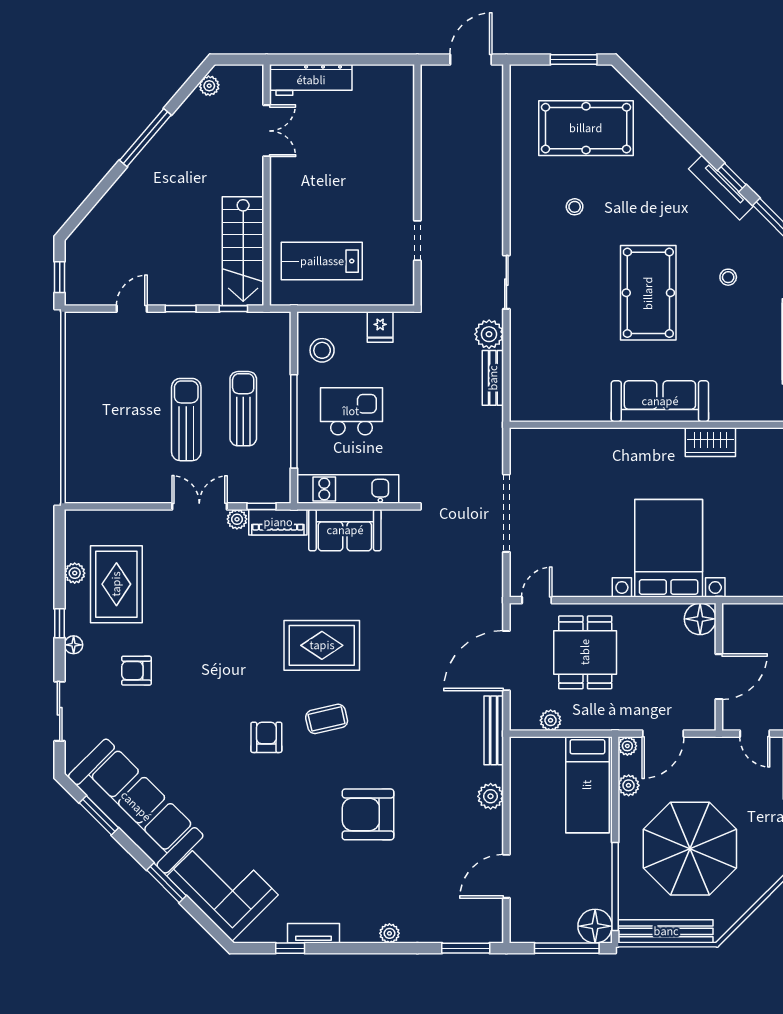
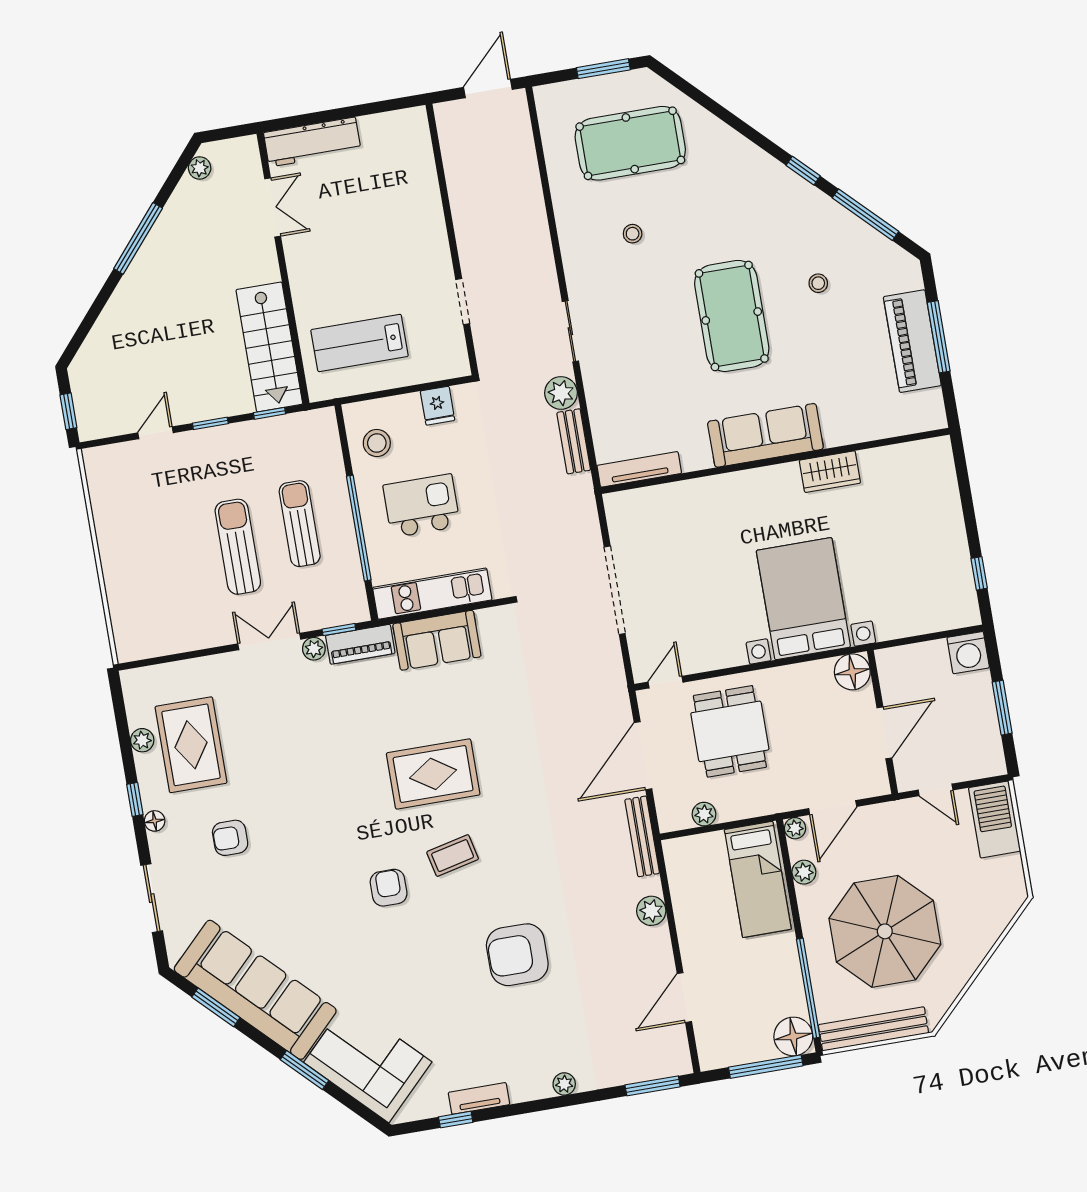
tv unit: (721, 187) -> (639, 469), moved, turned 135

